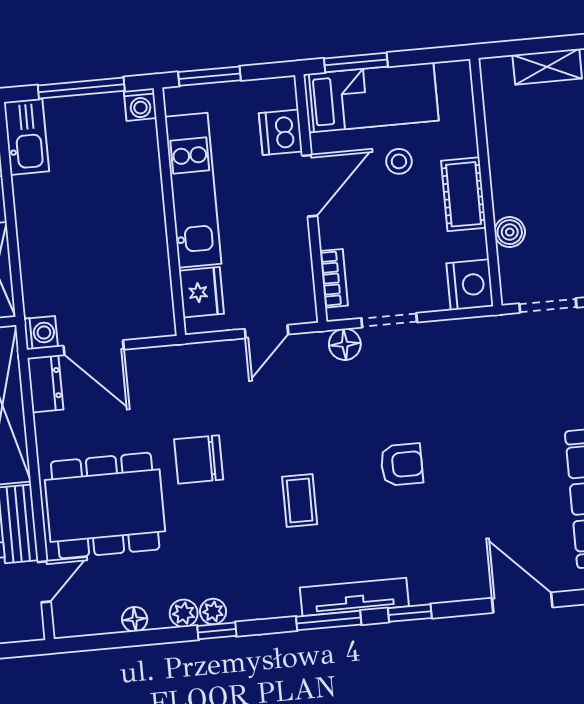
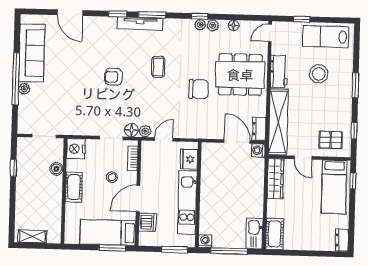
stool: (399, 161) -> (112, 177), moved
plant: (312, 346) -> (145, 131), added
door: (44, 582) -> (270, 33), moved

